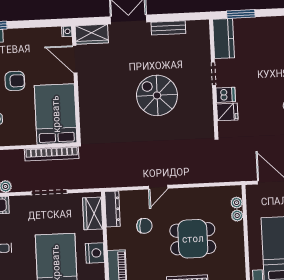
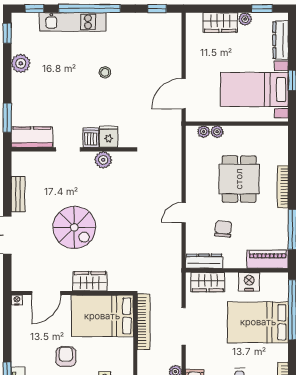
wardrobe: (92, 34) -> (90, 281), moved, turned -90
spiral stairs: (157, 95) -> (74, 227), moved, turned -90
plant: (205, 108) -> (103, 160), added
door: (158, 187) -> (184, 213), swing flipped

